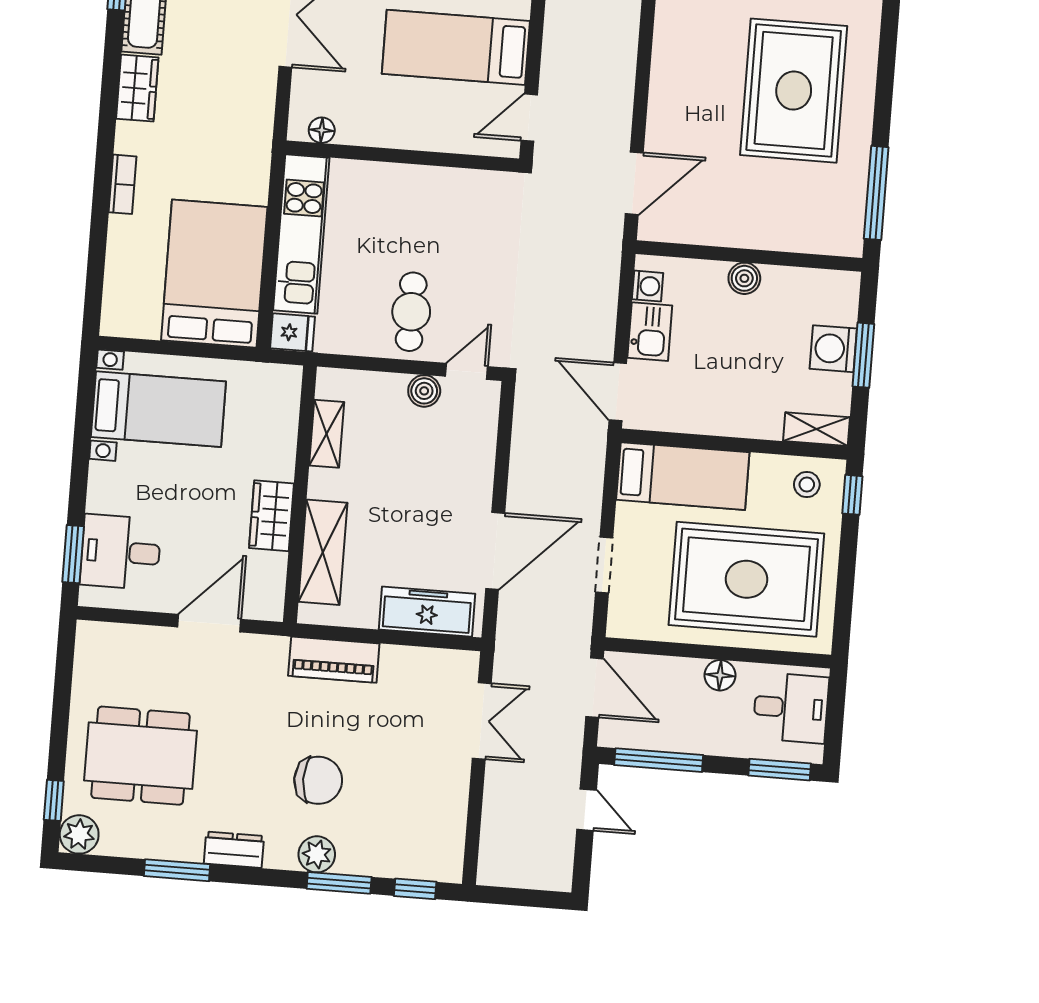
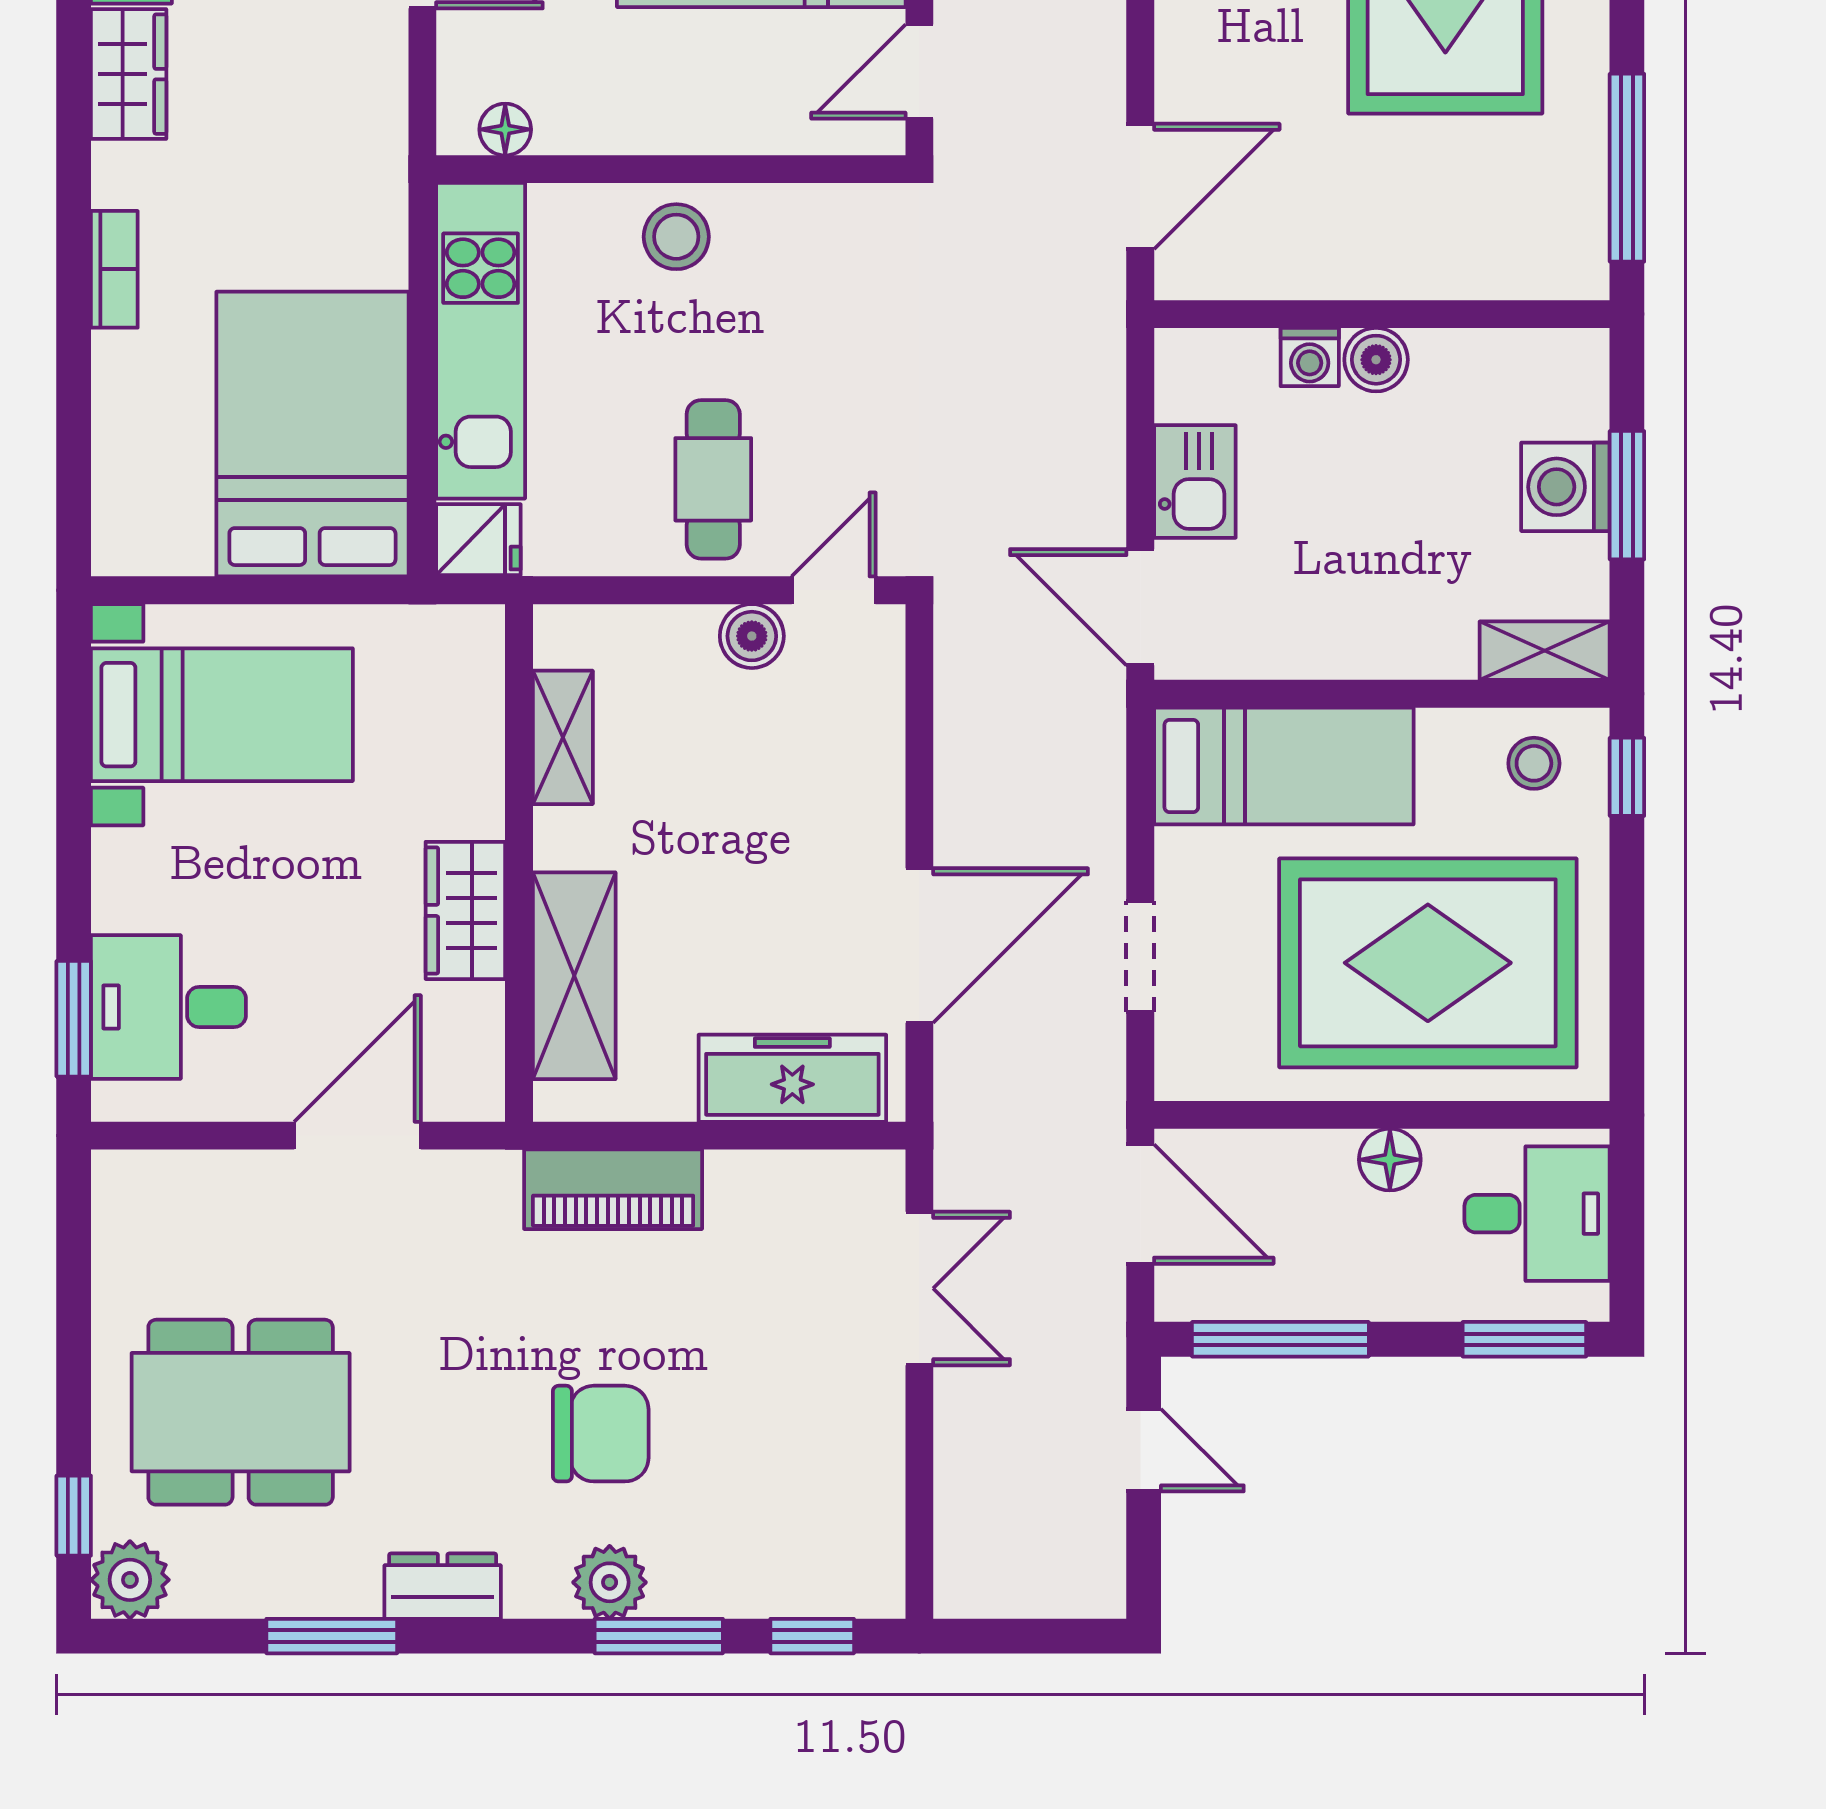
stool: (402, 190) -> (676, 237), added
washing machine: (648, 286) -> (1310, 357), moved, turned 90

